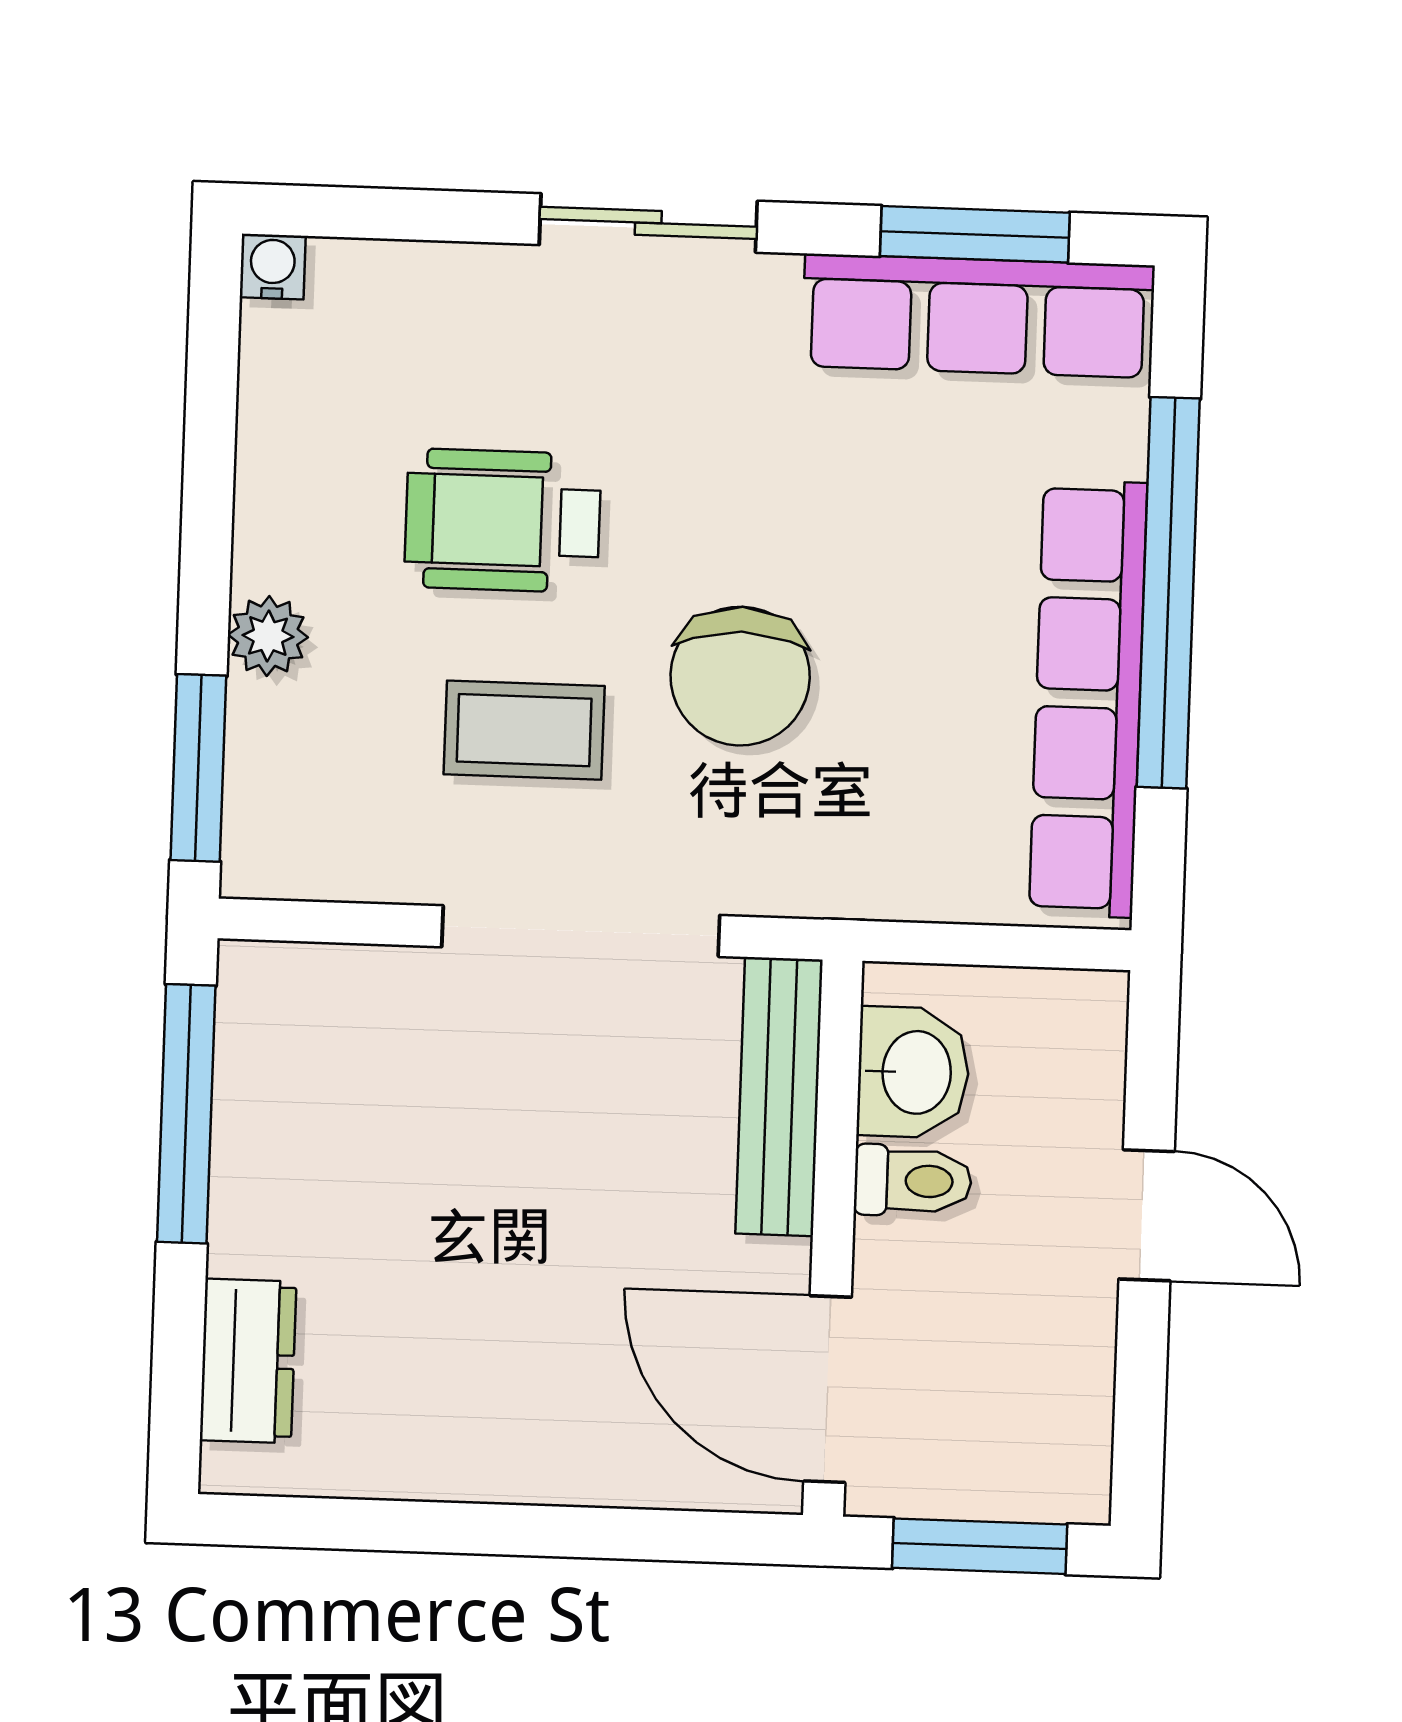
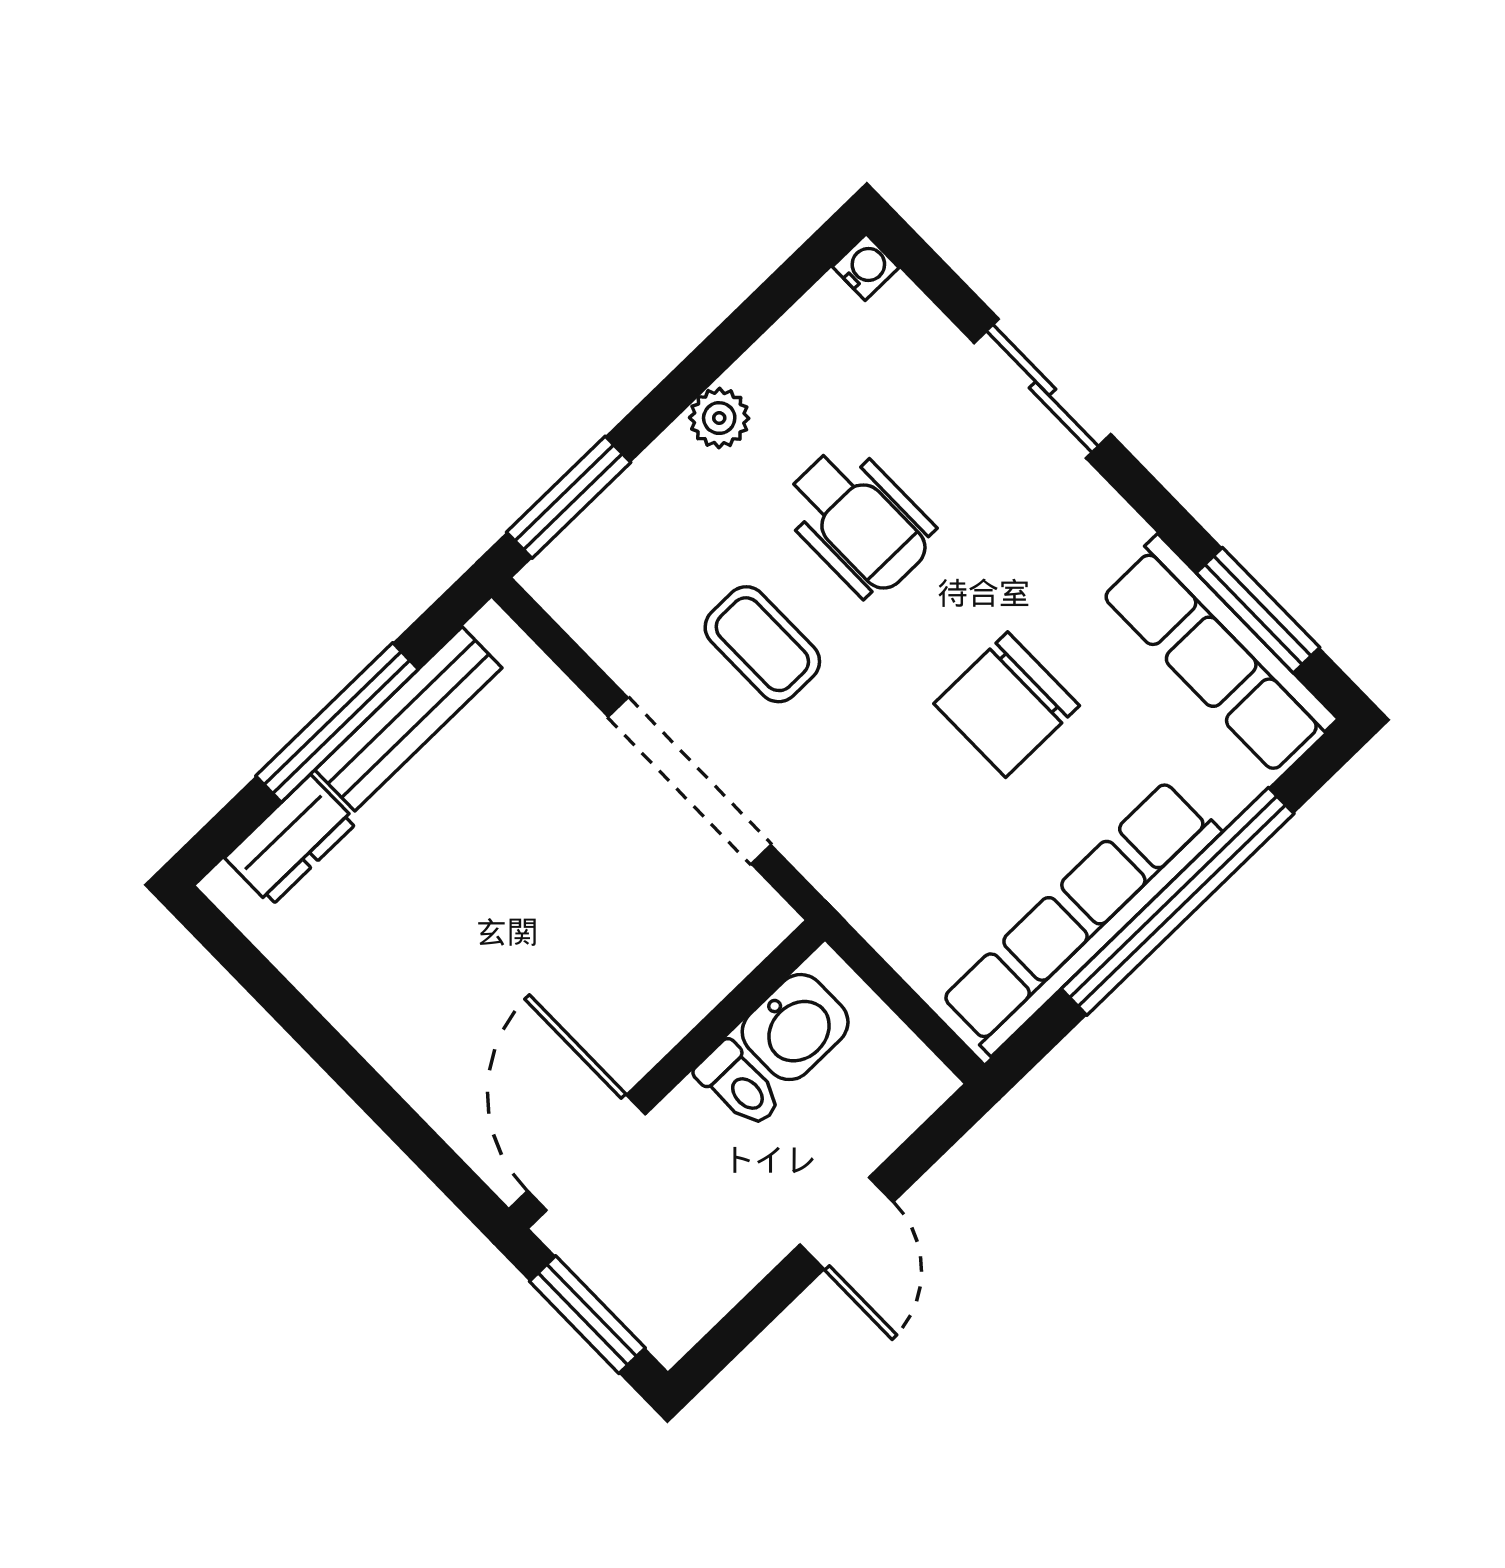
sliding door: (648, 223) -> (1042, 389), moved
wheelchair: (503, 521) -> (858, 521), turned 180
plant: (268, 636) -> (719, 418), moved
chair: (740, 676) -> (1007, 705), moved
bench: (779, 1097) -> (408, 719), moved
window: (186, 1114) -> (337, 723), moved

